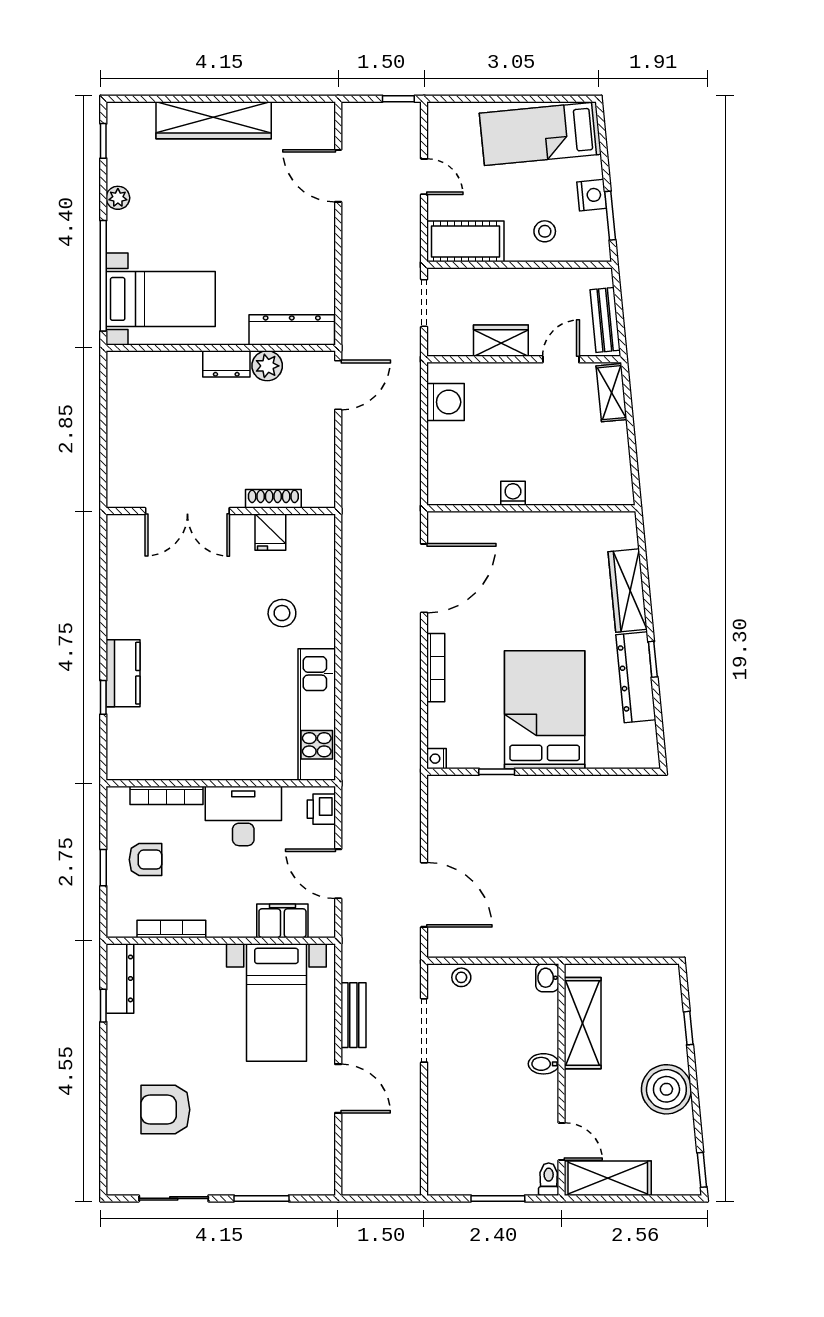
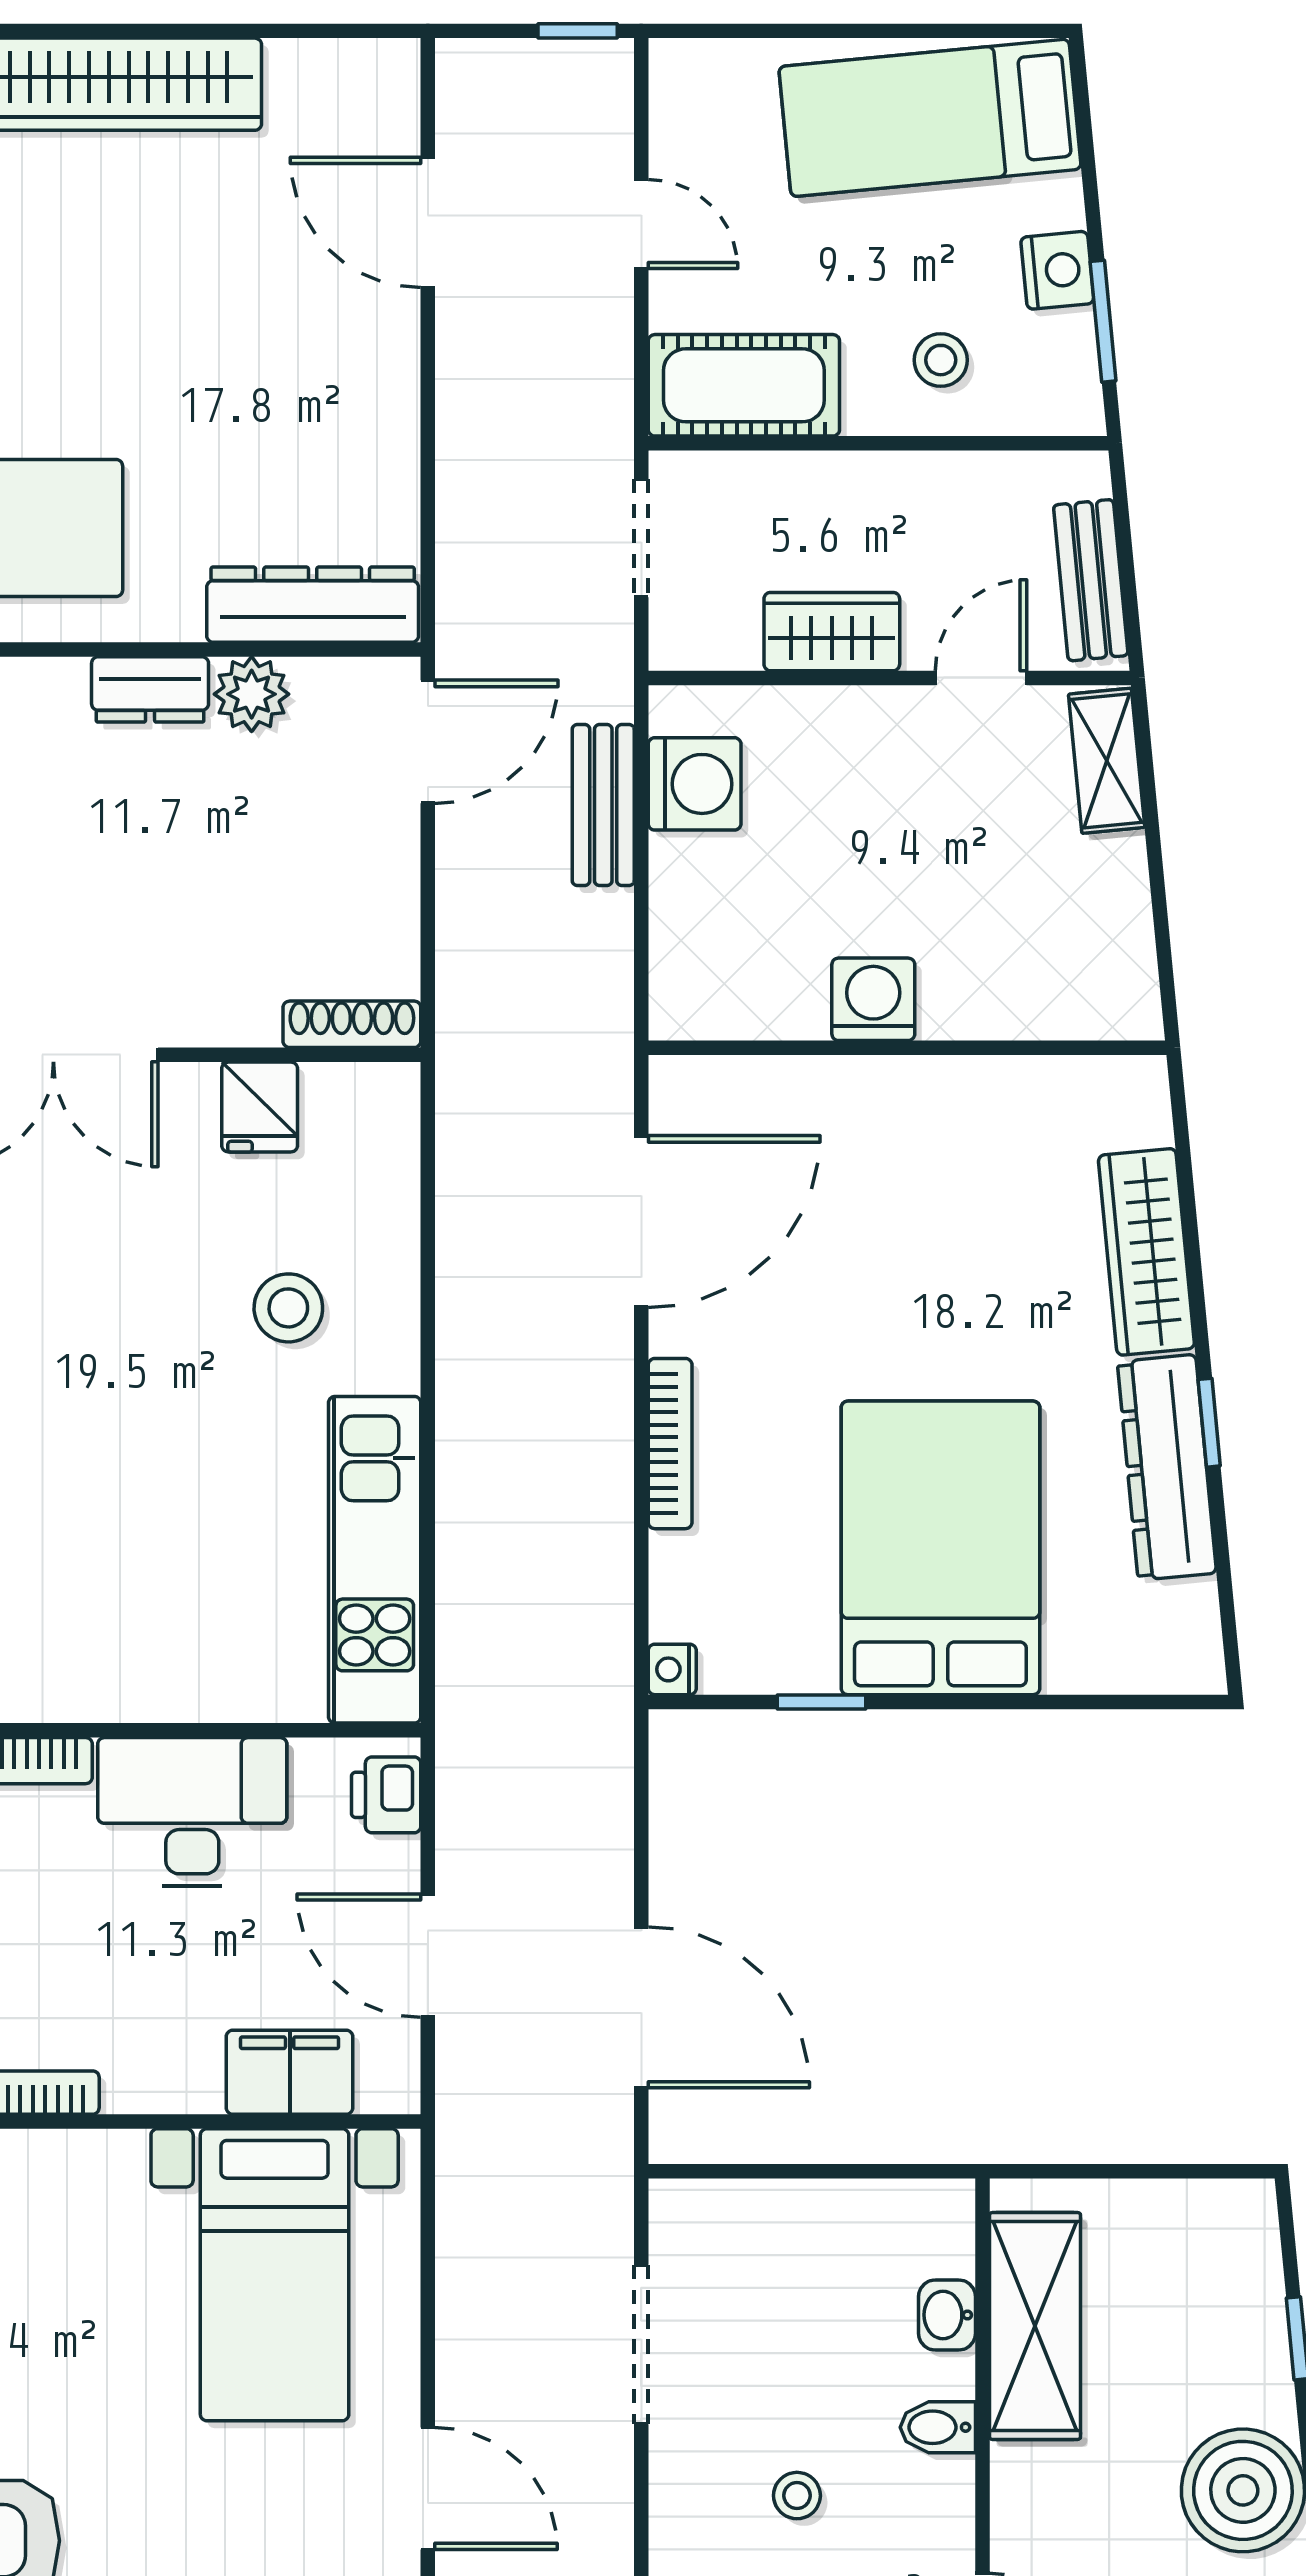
washing machine: (513, 493) -> (873, 999), width x1.38, depth x1.38
shoe rack: (273, 499) -> (352, 1024), moved
stool: (461, 977) -> (797, 2496), moved
washbasin: (547, 978) -> (947, 2315), moved
bench: (353, 1015) -> (603, 805), moved

